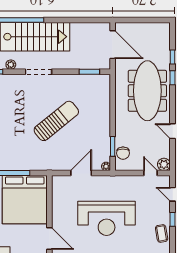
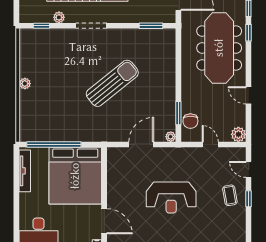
door: (151, 173) -> (210, 144), moved
reception desk: (107, 218) -> (171, 198), width x0.74, depth x0.77
coffee table: (162, 233) -> (230, 195), moved

